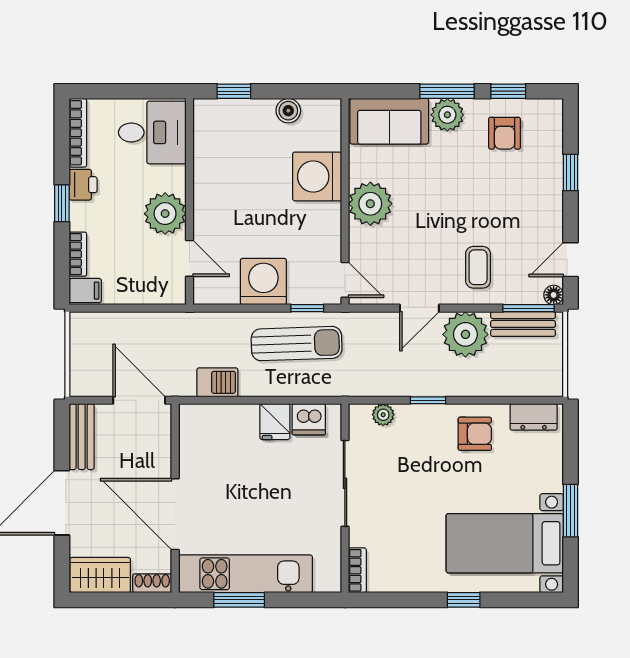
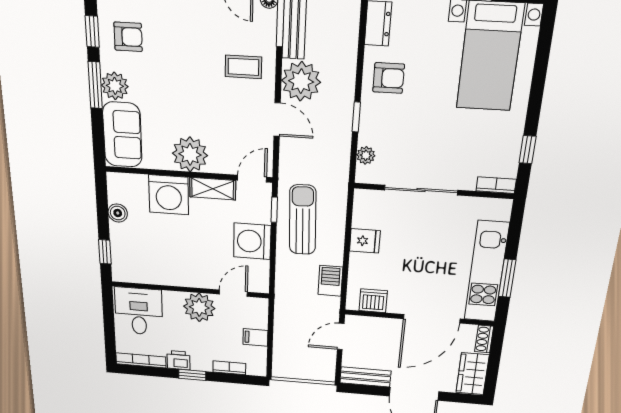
shelving: (329, 231) -> (213, 189), added
filing cabinet: (85, 291) -> (255, 337), moved, turned -90
door: (139, 400) -> (341, 336), width x0.73
dishwasher: (309, 419) -> (373, 301), moved, turned -90
armchair: (475, 434) -> (389, 78), turned 90
window: (464, 600) -> (527, 150), moved

